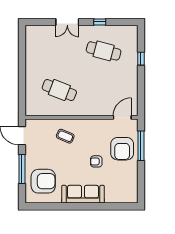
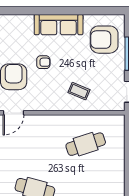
cafe table: (59, 90) -> (86, 144), turned -39

